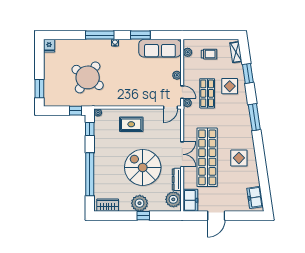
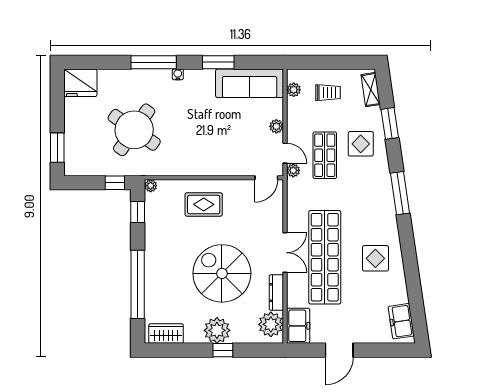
fridge: (49, 46) -> (80, 83), width x1.88, depth x1.34

